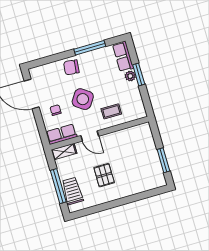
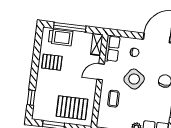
pallet: (138, 149) -> (72, 108), added
pallet: (104, 175) -> (52, 62), moved
window: (146, 195) -> (31, 98), added

